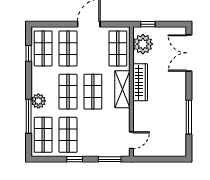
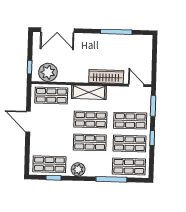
shop shelf: (68, 48) -> (130, 121), moved
wardrobe: (140, 82) -> (106, 76), moved
plant: (38, 101) -> (78, 169), moved

